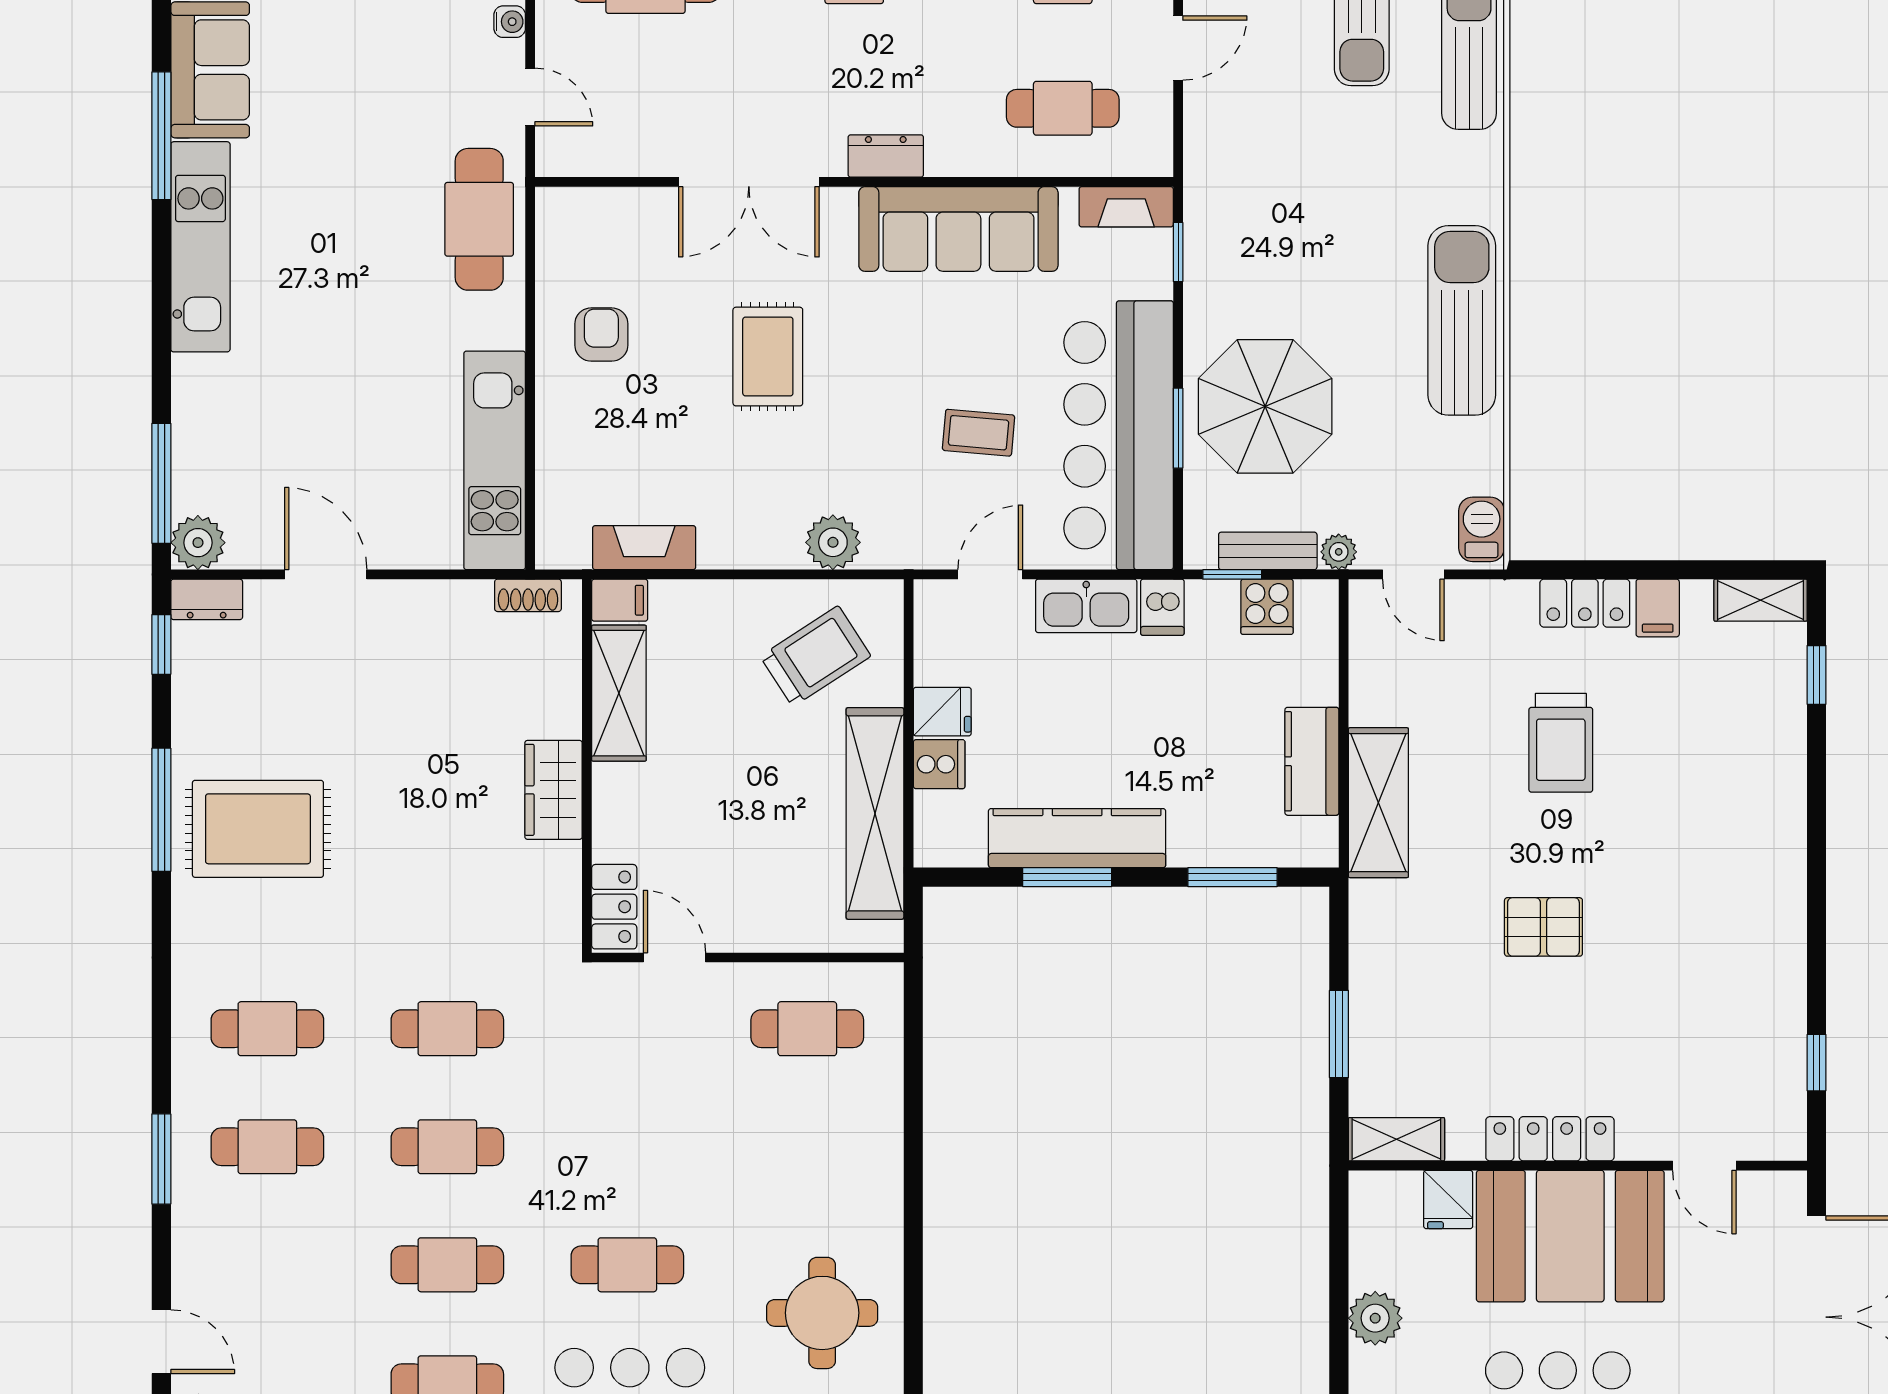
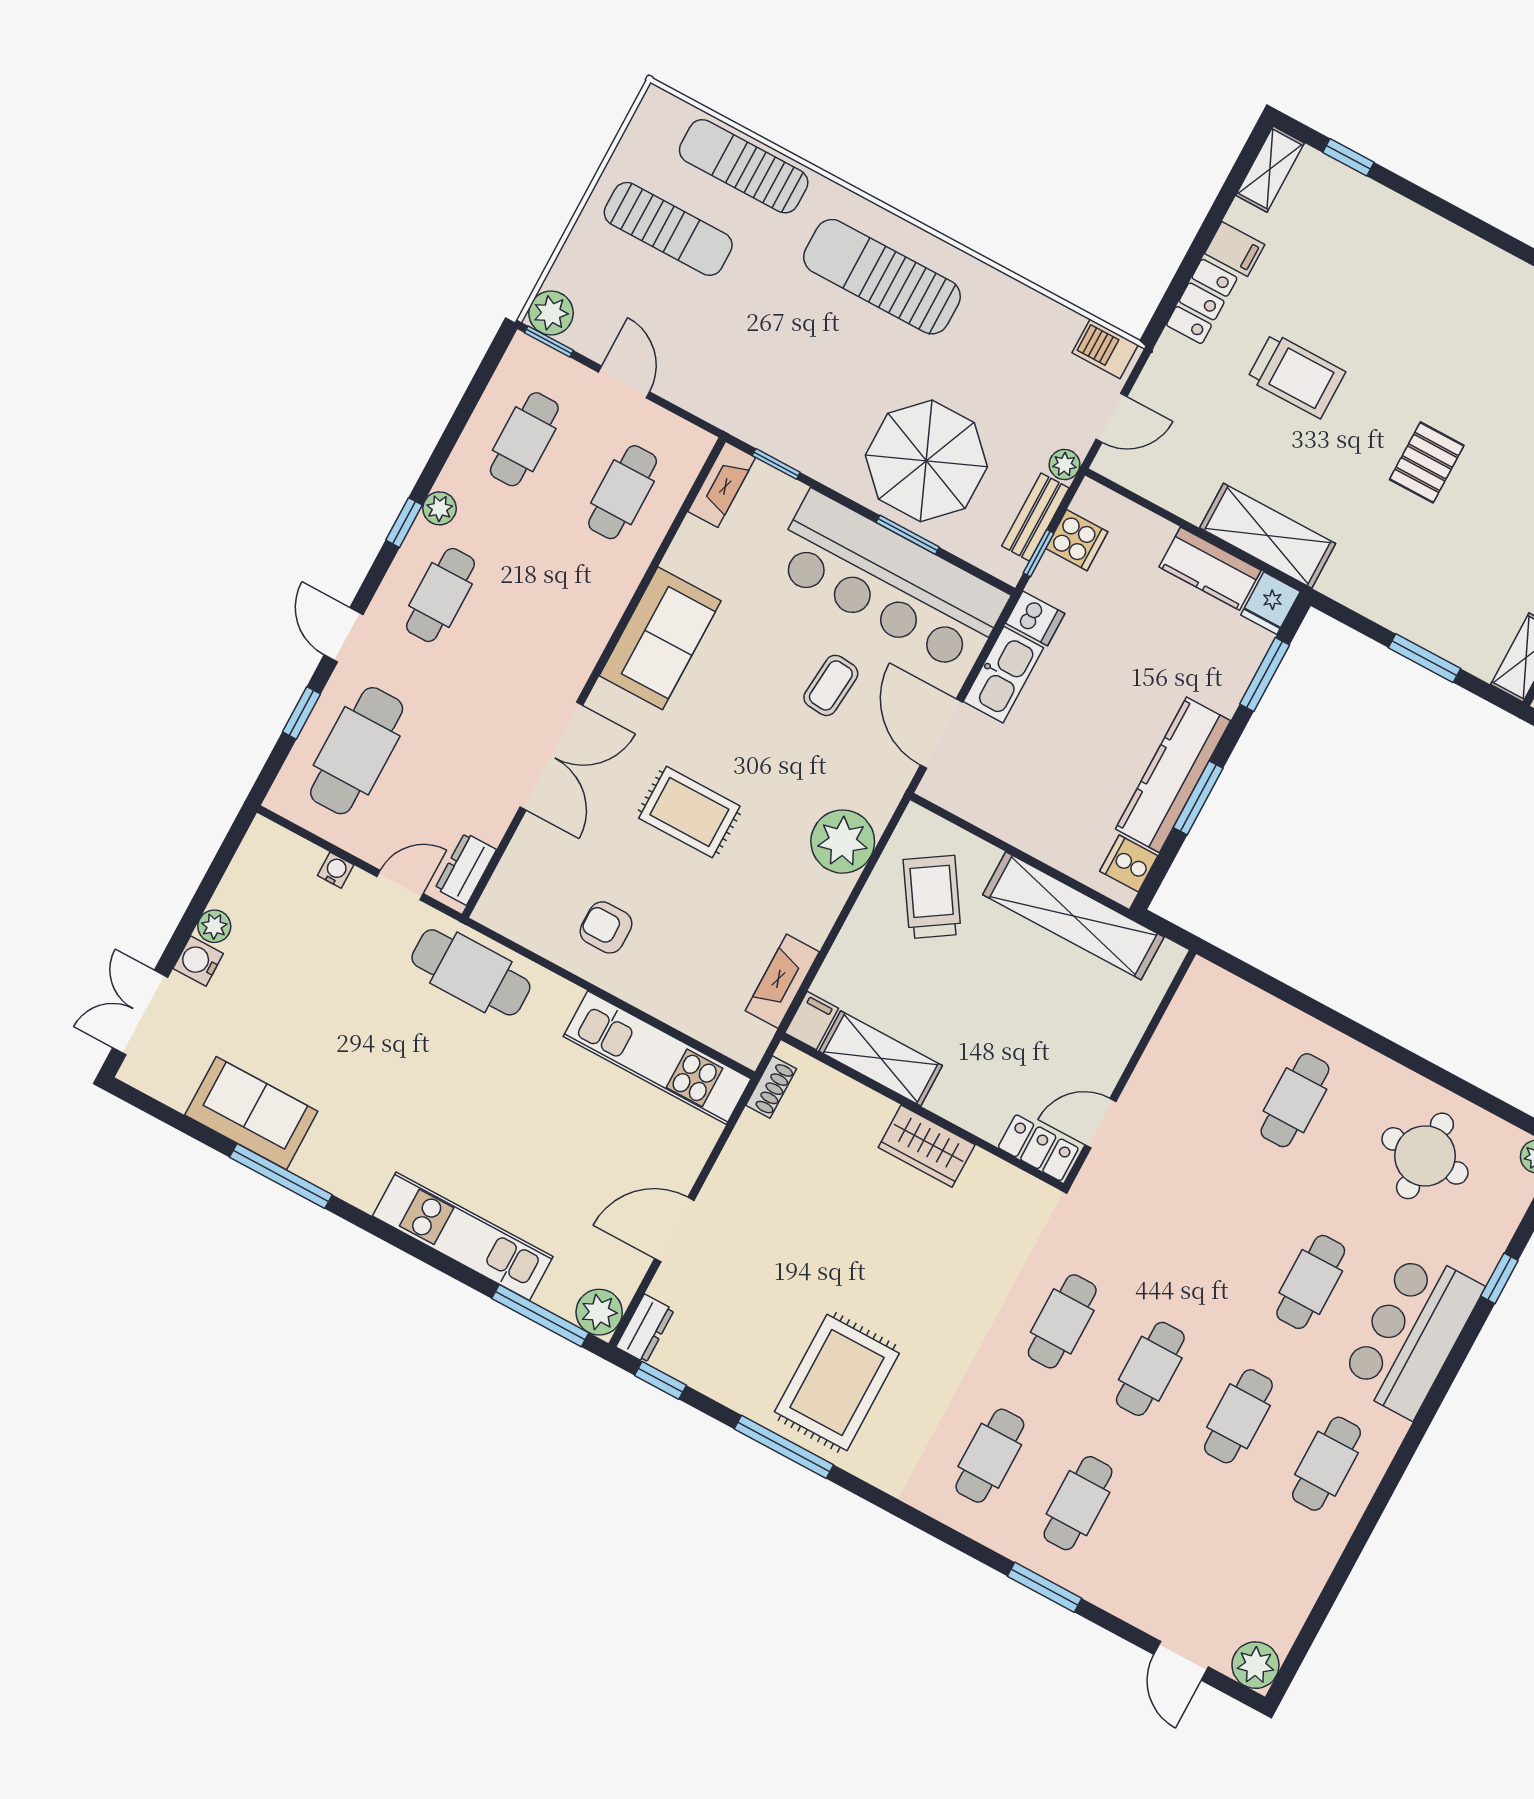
dresser: (886, 156) -> (466, 869), moved
sofa: (958, 229) -> (660, 638), width x0.73
kitchen unit: (200, 247) -> (463, 1236), moved
sun lounger: (1462, 320) -> (882, 277), moved
plant: (833, 542) -> (843, 842), width x1.36, depth x1.36
door: (990, 574) -> (941, 734), width x1.38
fridge: (942, 712) -> (1270, 603), moved, turned 180
cooker: (939, 764) -> (1129, 864), moved, turned -90
cafe table: (807, 1029) -> (1295, 1100), moved
door: (161, 1342) -> (1181, 1661), swing flipped

